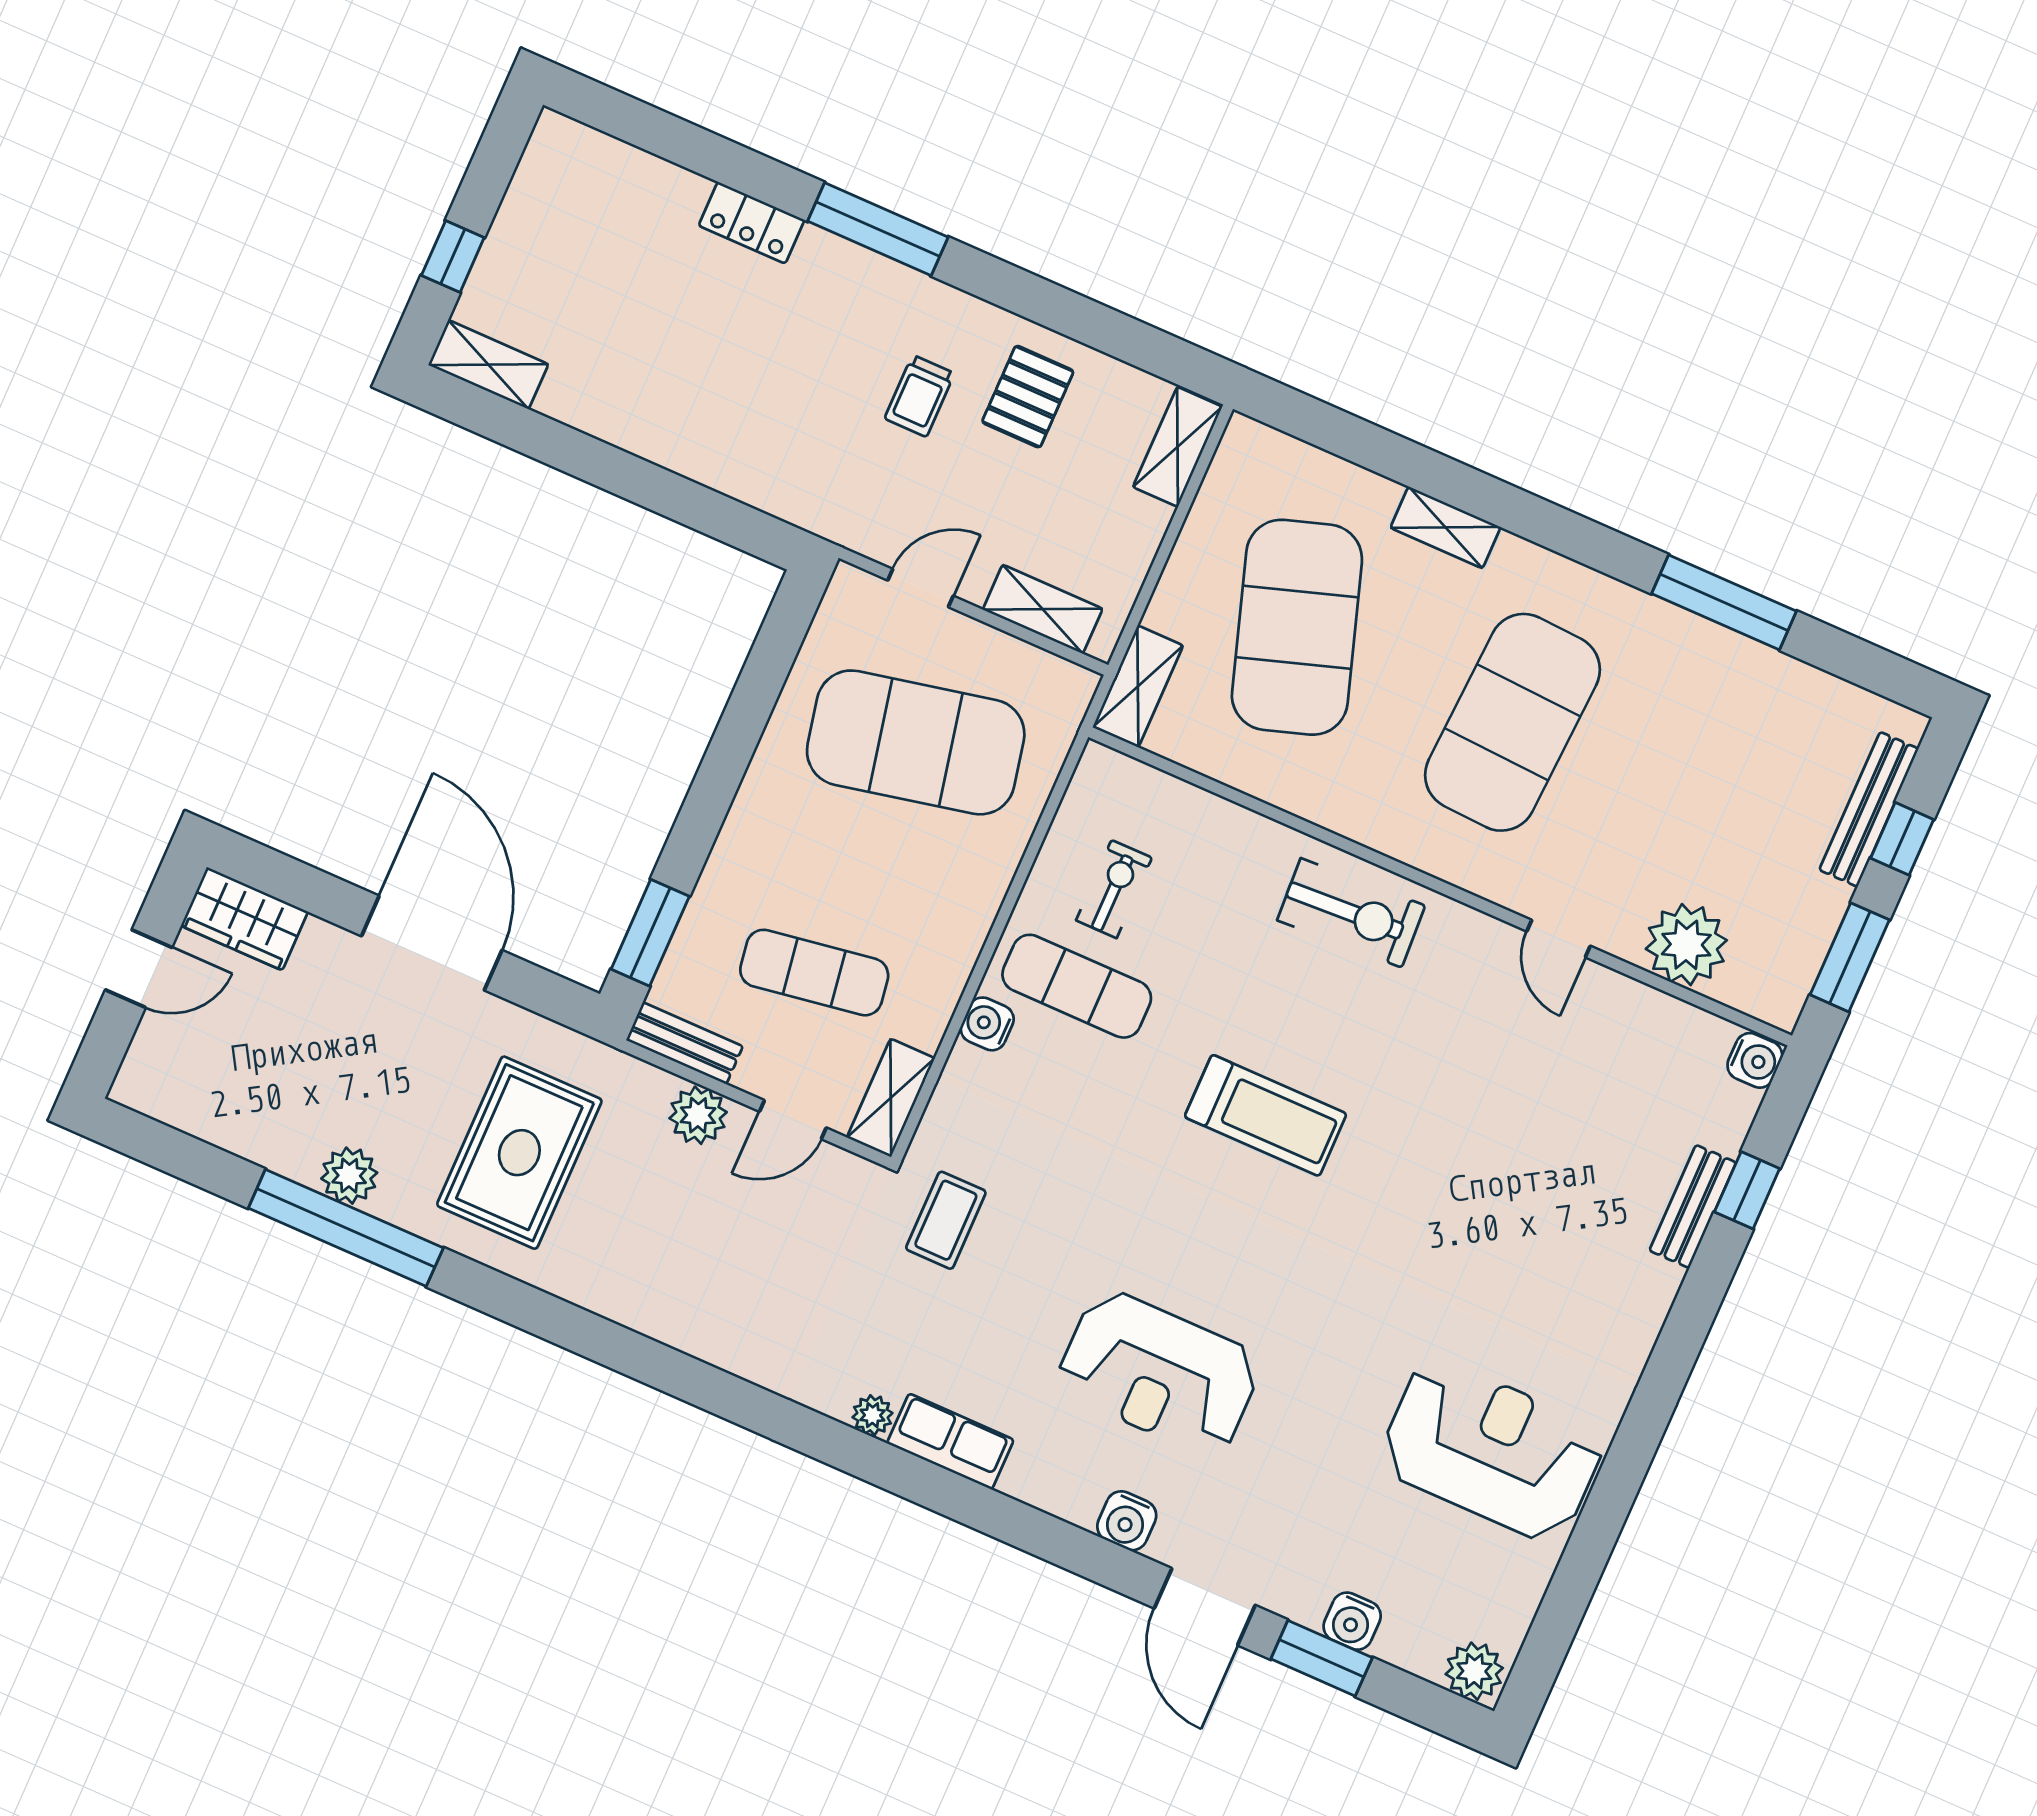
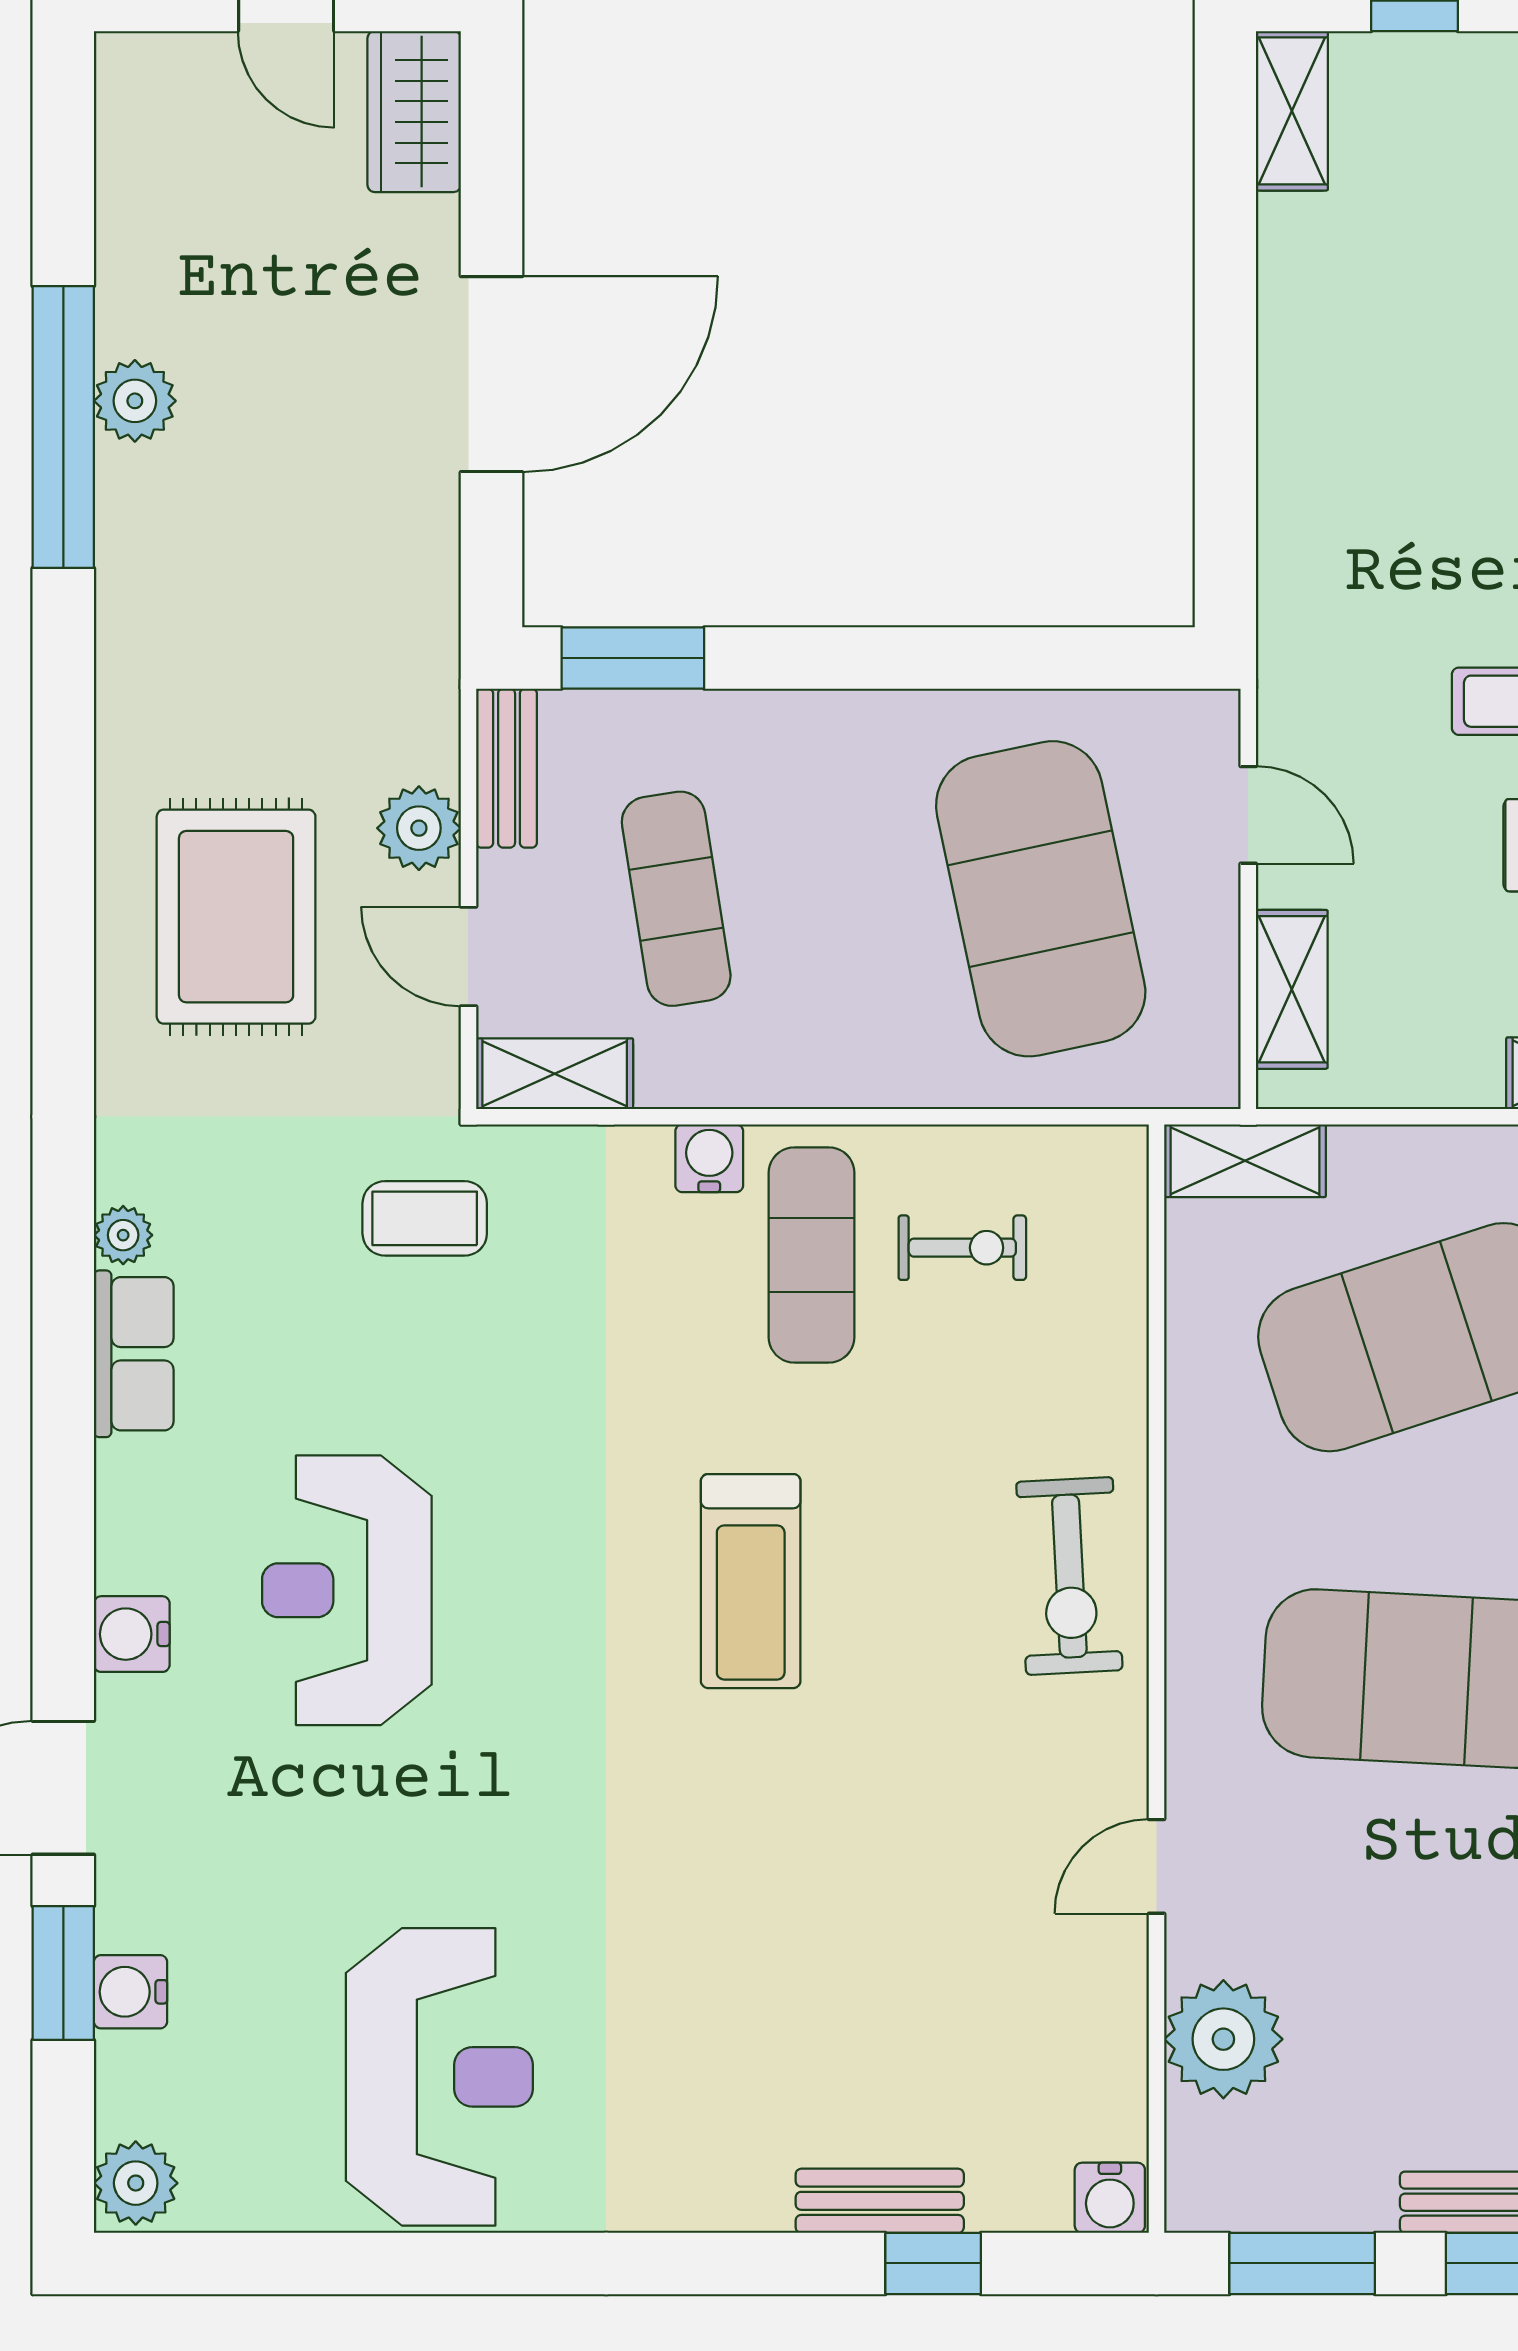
rug: (519, 1153) -> (236, 917), moved, turned 90

